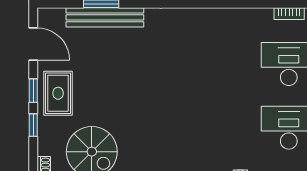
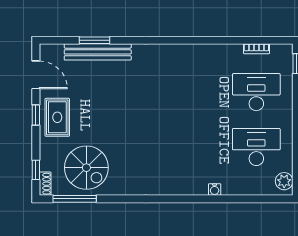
window: (33, 125) -> (36, 170), moved

